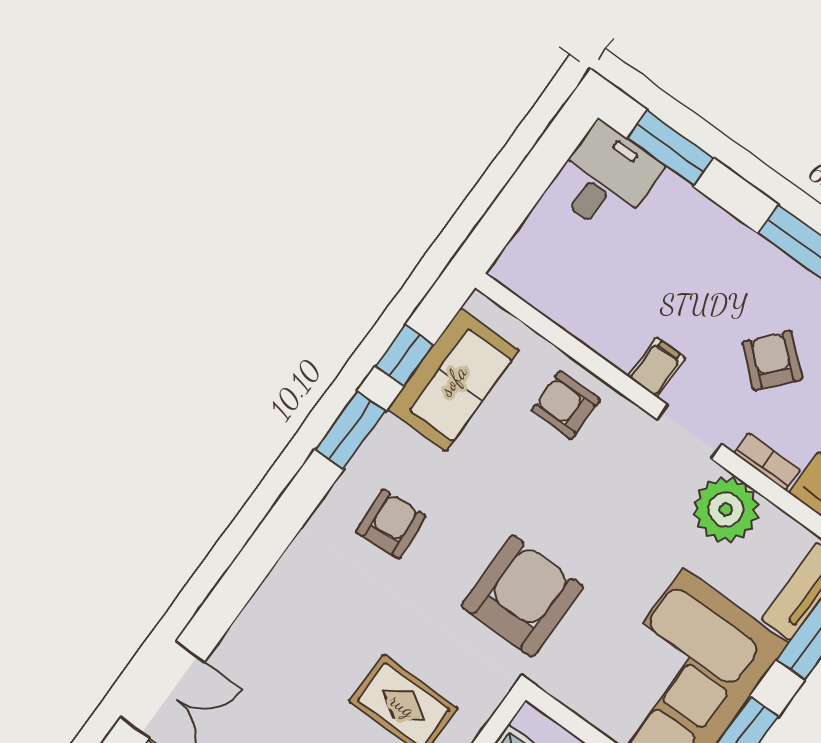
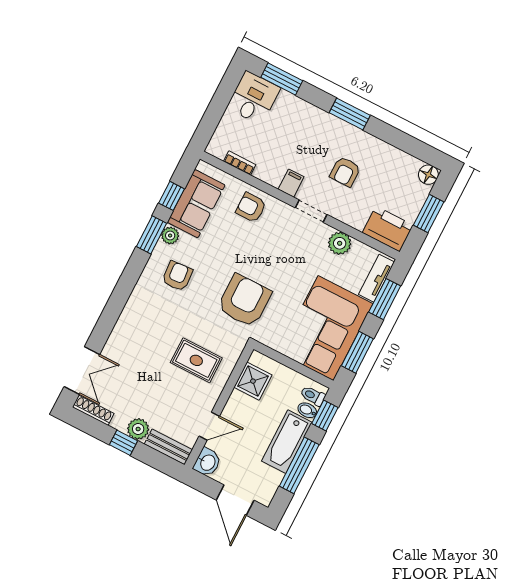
armchair: (772, 361) -> (345, 172), turned -131
plant: (389, 438) -> (170, 236), added
bookcase: (767, 462) -> (240, 163), moved
plant: (726, 509) -> (340, 243), width x0.73, depth x0.73

